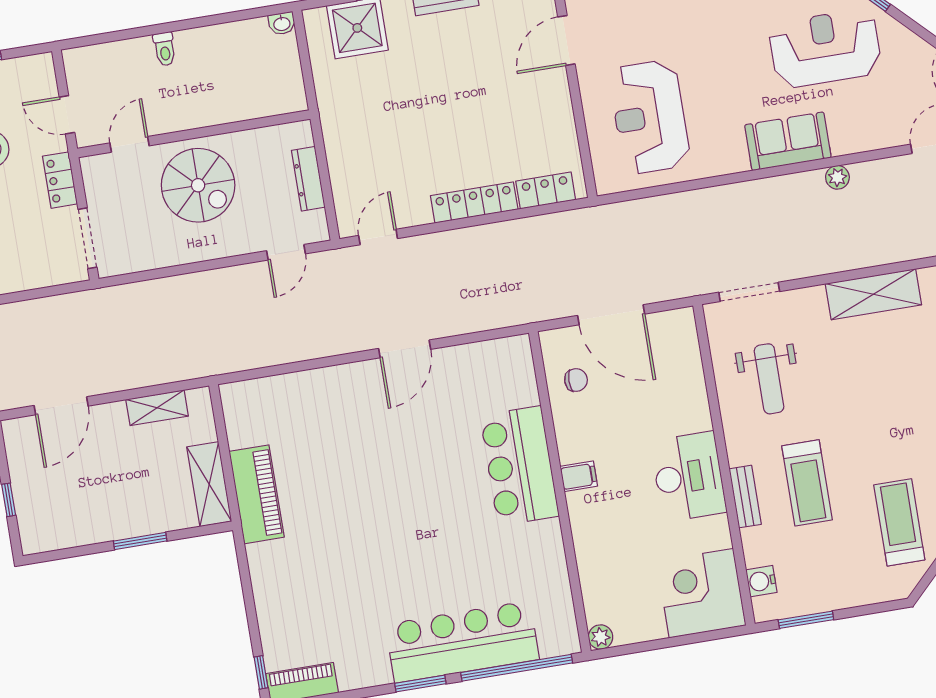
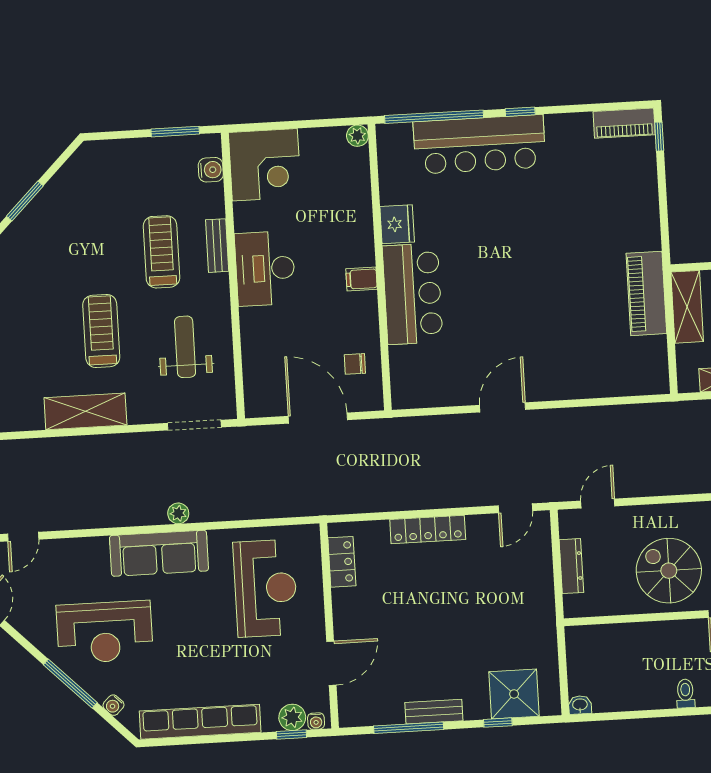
sofa: (788, 141) -> (159, 553), width x1.36
plant: (837, 177) -> (178, 513), moved
locker: (546, 191) -> (342, 562), moved, turned -90
treadmill: (899, 522) -> (101, 331), moved, turned 180
fridge: (545, 542) -> (397, 224), added
window: (420, 684) -> (520, 112), width x0.67

